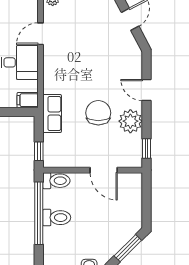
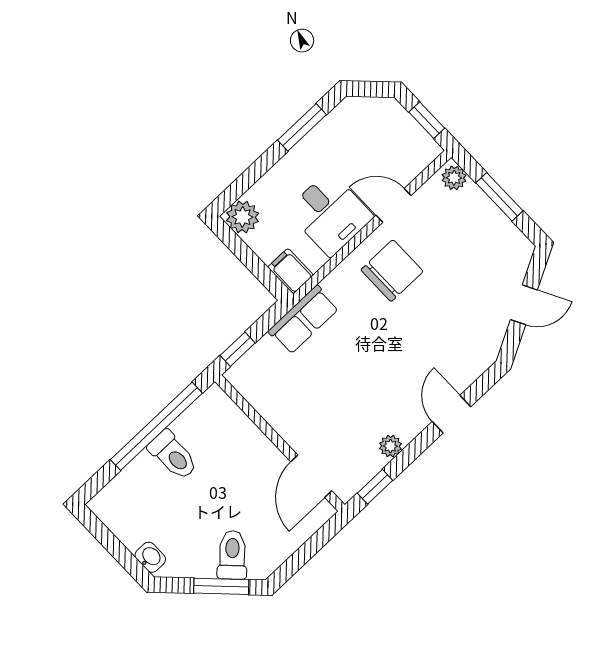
chair: (98, 113) -> (392, 271), moved
plant: (130, 121) -> (390, 446), width x0.53, depth x0.53
door: (104, 170) -> (311, 476), moved
toilet: (56, 181) -> (232, 555), moved, turned -135

